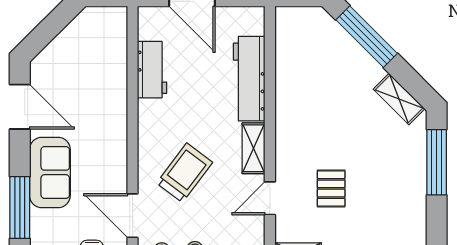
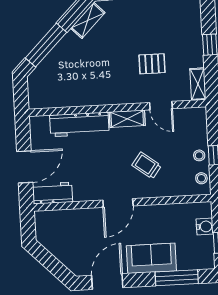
workbench: (152, 70) -> (52, 193), moved
trolley: (185, 173) -> (147, 165), width x0.73, depth x0.72
door: (133, 216) -> (118, 203), moved

